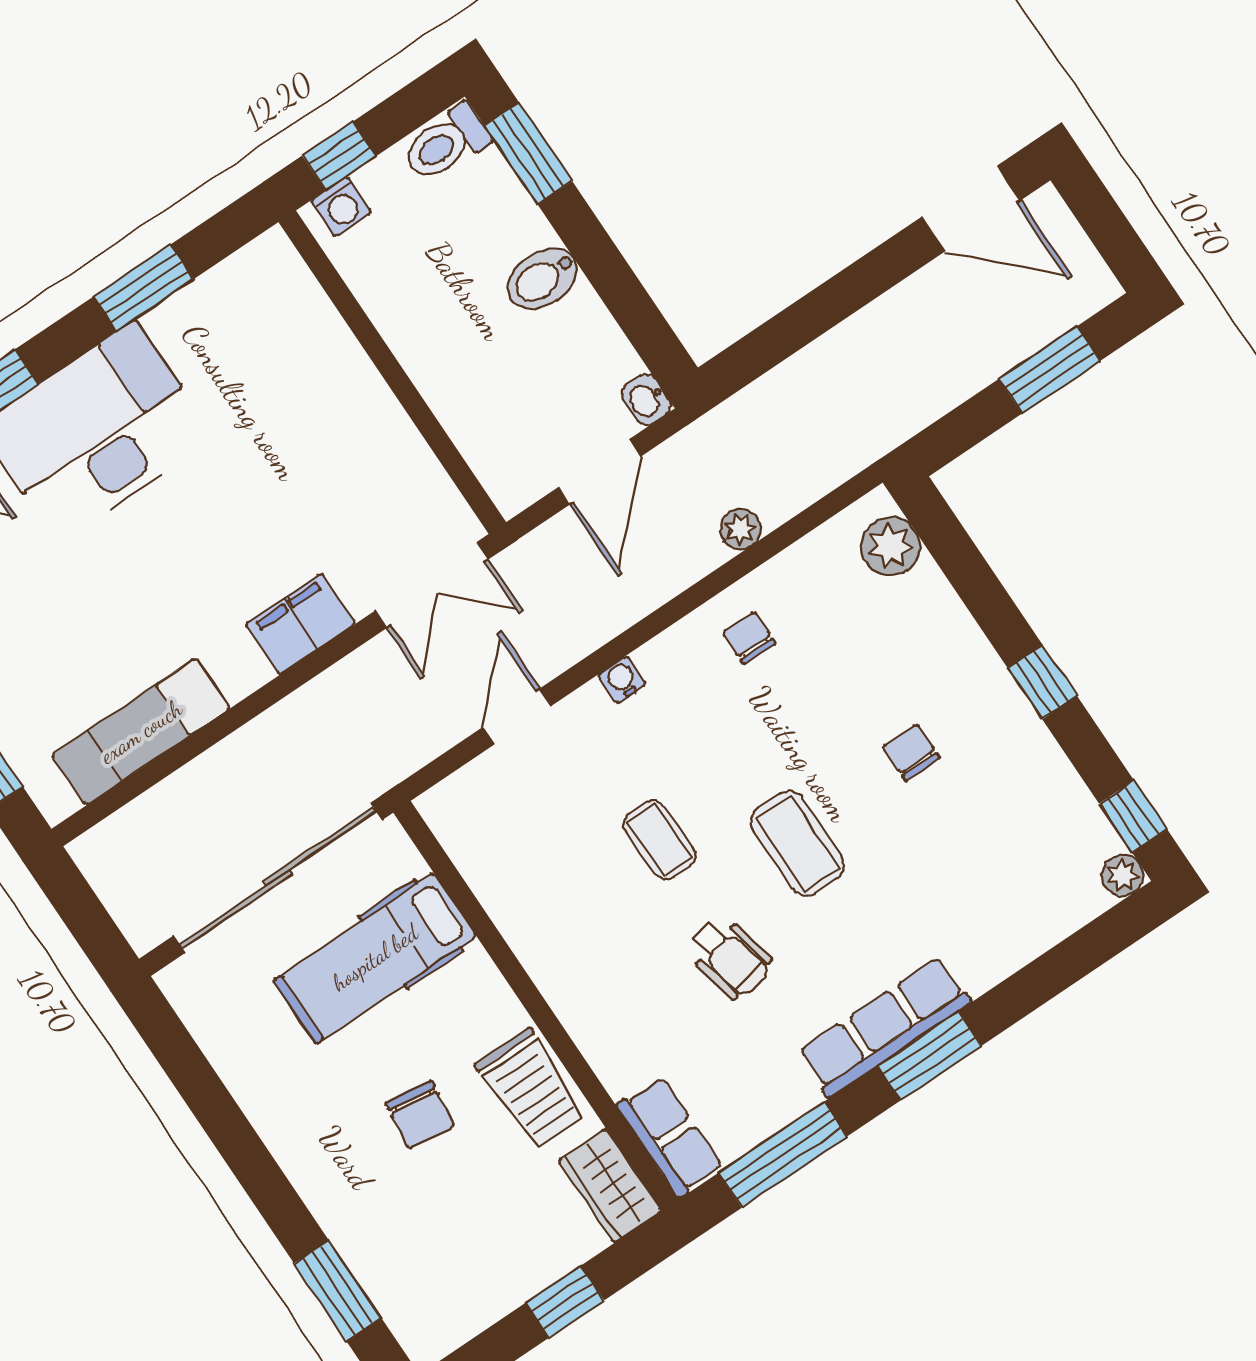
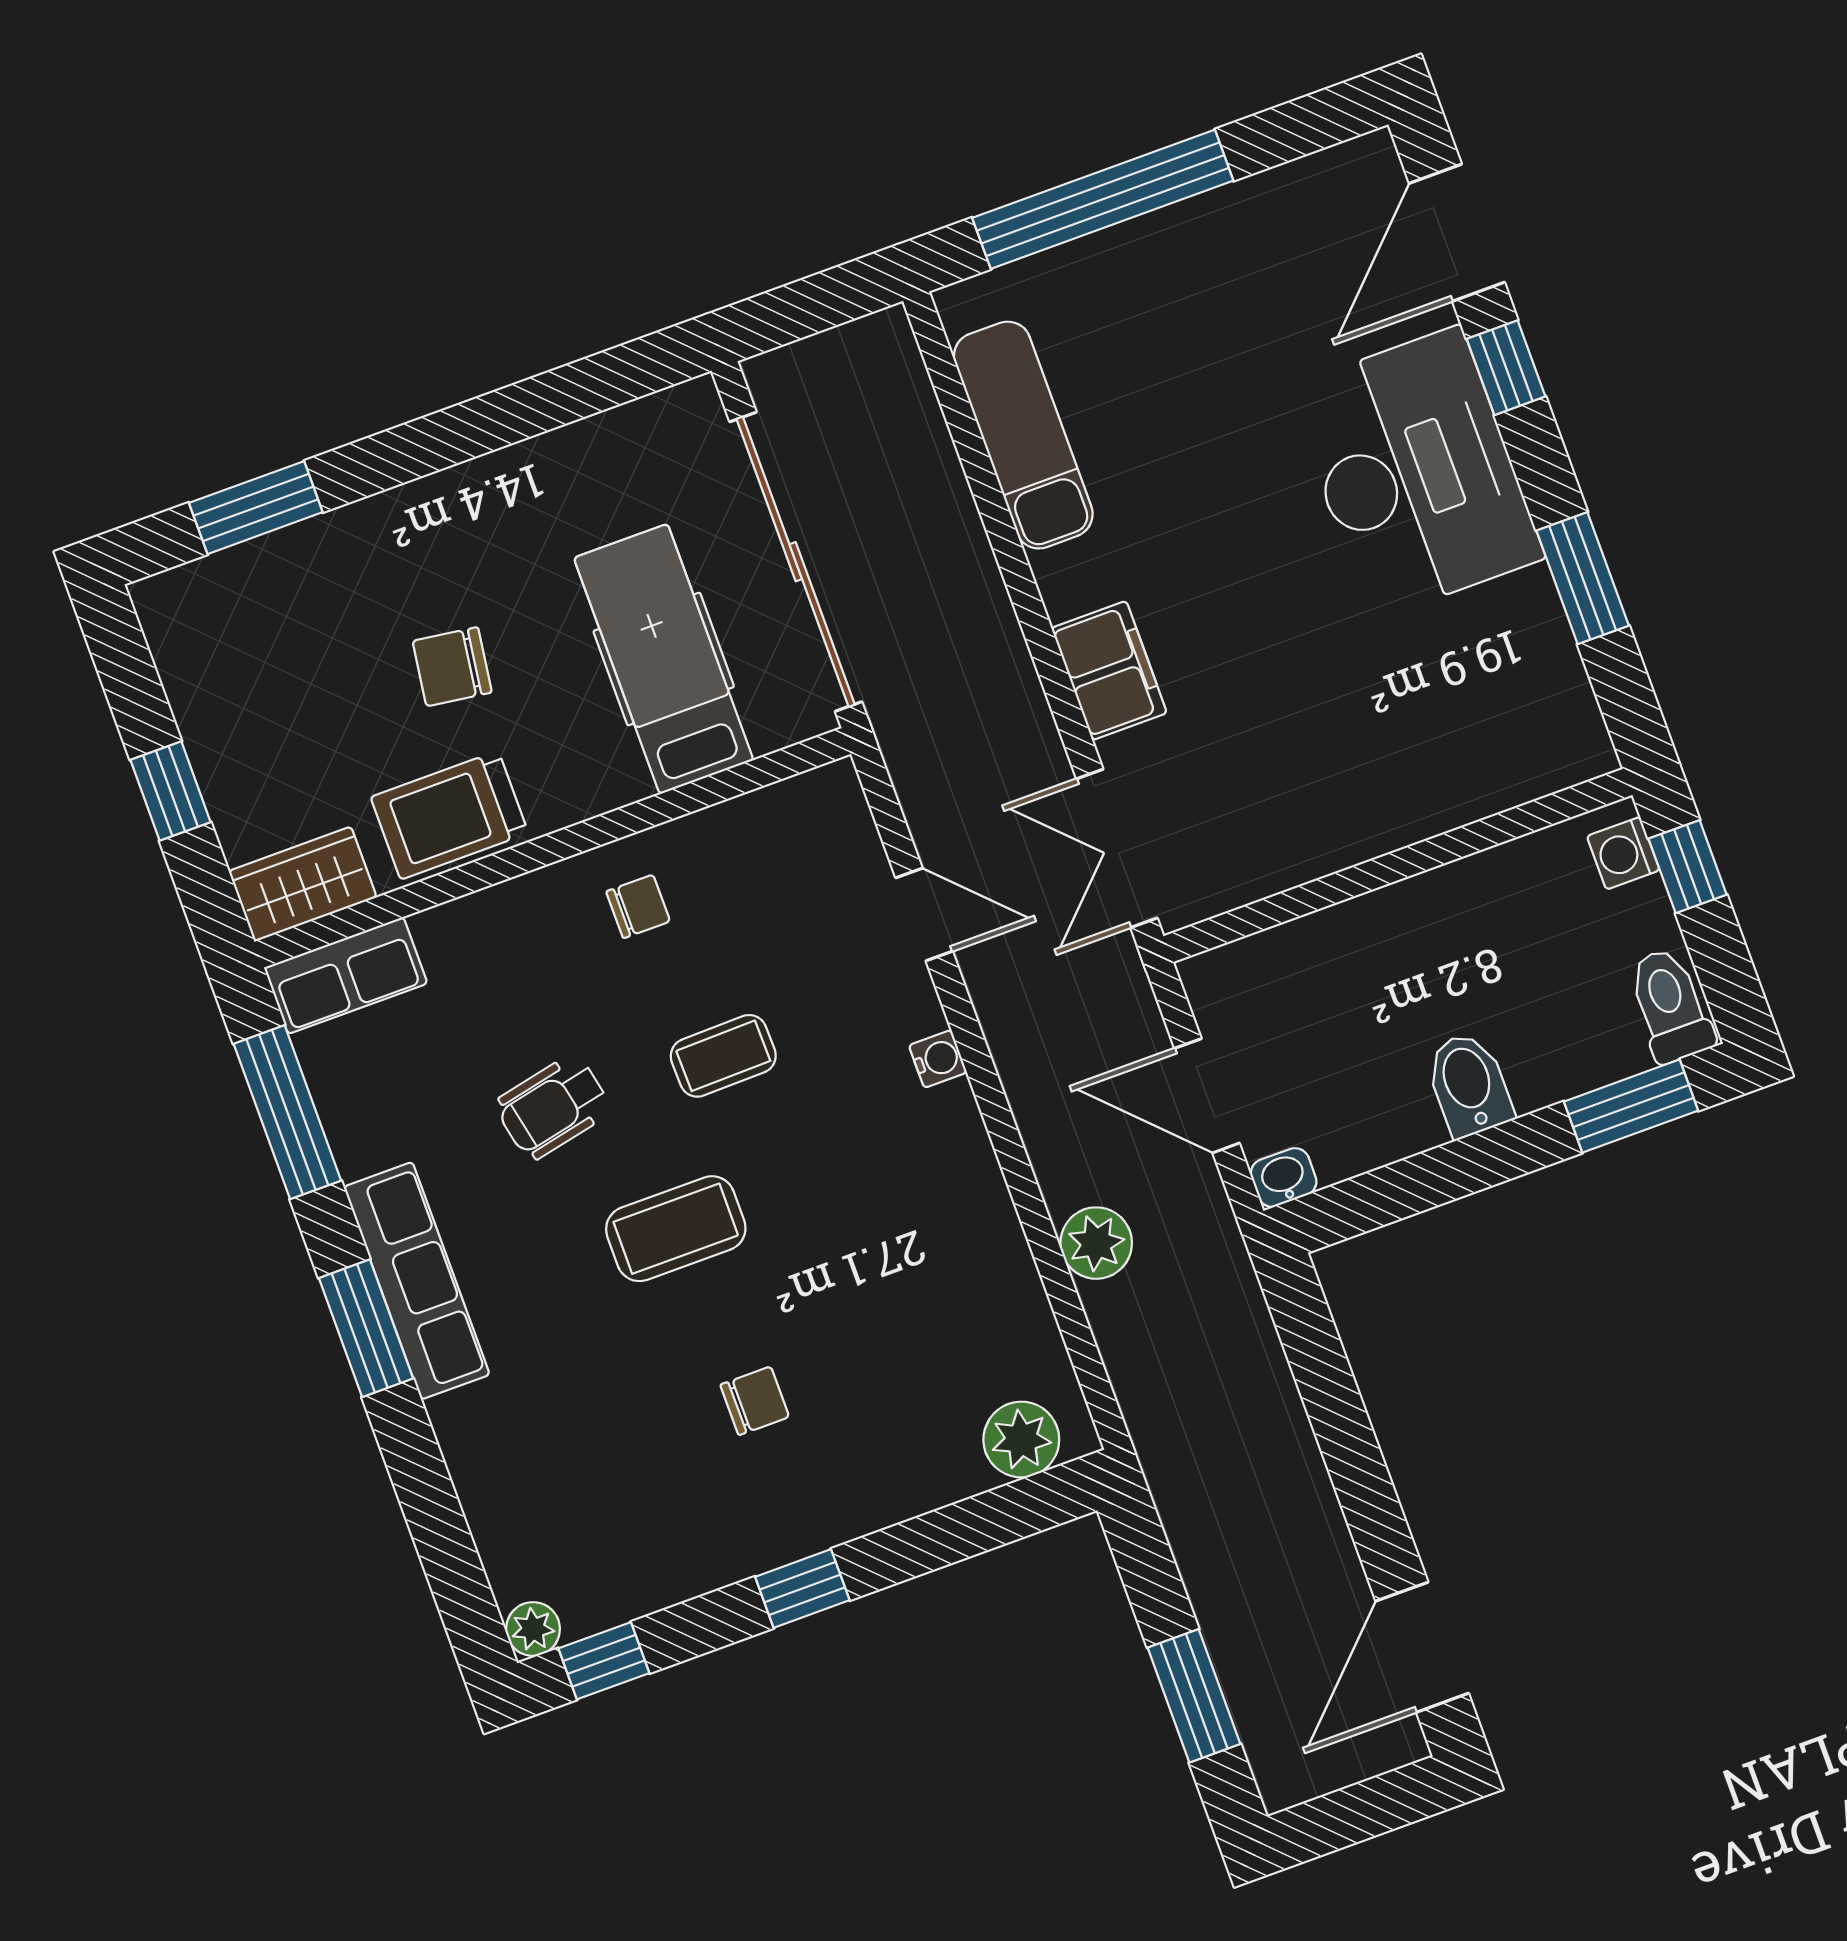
plant: (740, 529) -> (1096, 1243), width x1.38, depth x1.38
chair: (749, 638) -> (638, 906), moved

